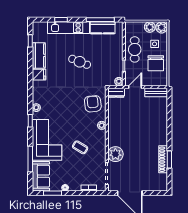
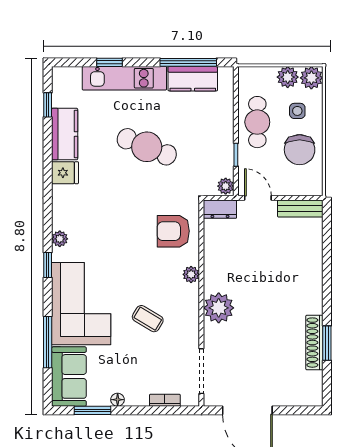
cafe table: (80, 62) -> (147, 147), width x1.37, depth x1.35
door: (135, 87) -> (258, 198), hinge flipped
armchair: (93, 104) -> (173, 231), turned -84
plant: (115, 154) -> (219, 308), moved

